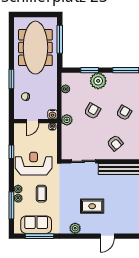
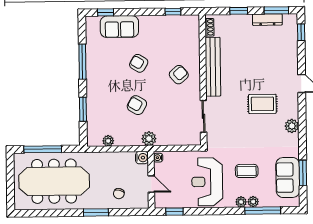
plant: (98, 81) -> (97, 98), removed
window: (11, 152) -> (174, 212), moved
rug: (92, 206) -> (262, 104), turned 90
window: (39, 236) -> (303, 173), width x0.69

